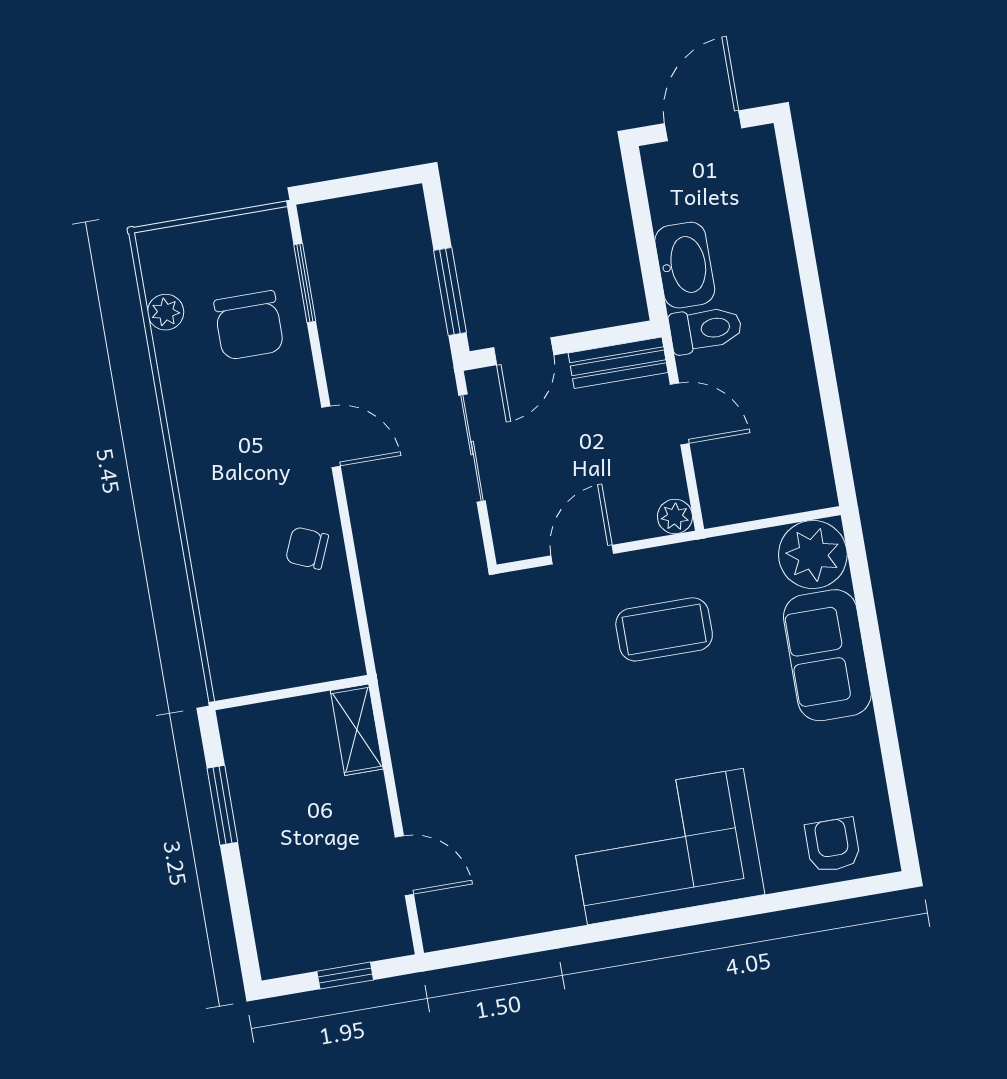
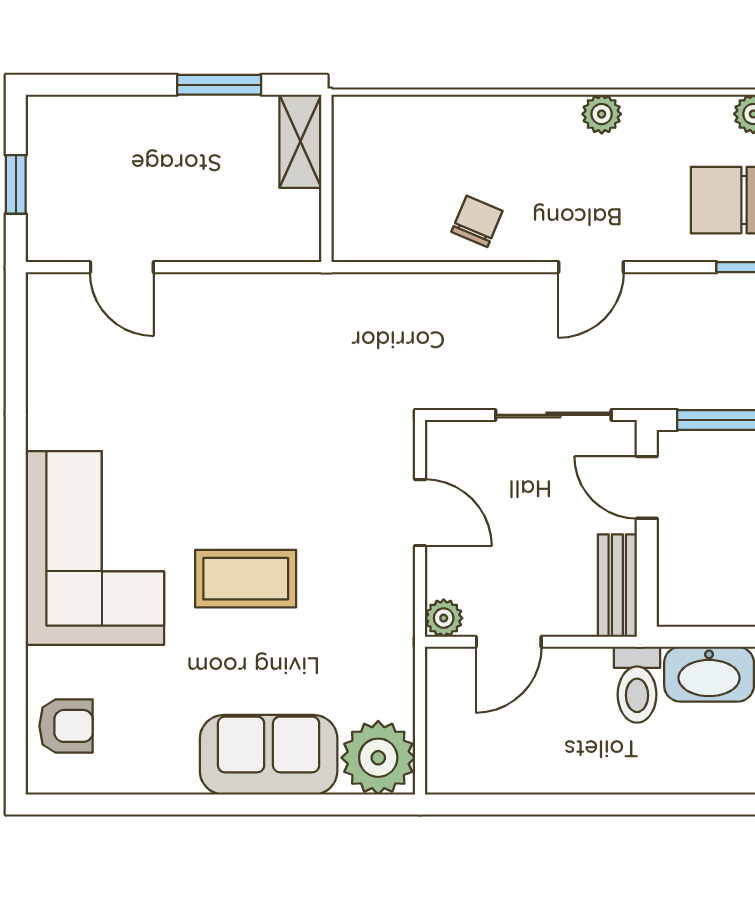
door: (680, 414) -> (509, 642), moved
plant: (189, 451) -> (602, 114), added
coffee table: (664, 629) -> (246, 579), moved, turned 90
shelving: (357, 730) -> (300, 141), moved, turned 90
door: (404, 866) -> (122, 267), hinge flipped

